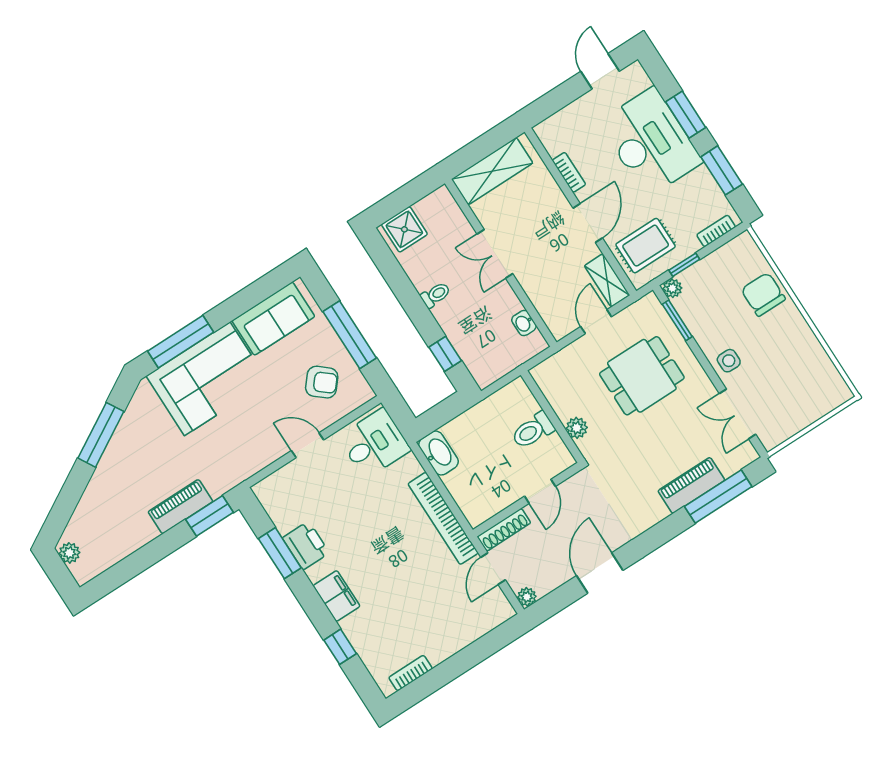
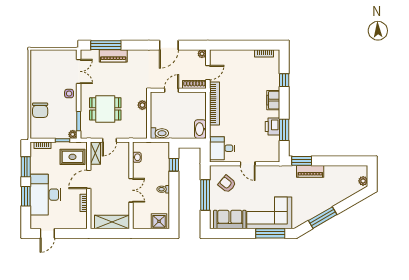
toilet: (533, 430) -> (159, 133), moved

